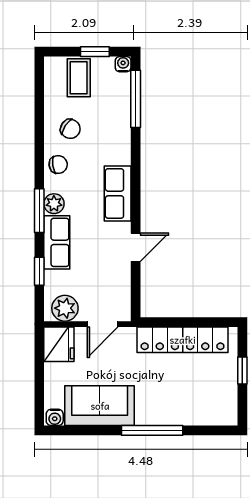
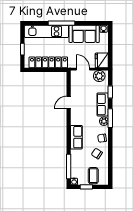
row of seats: (118, 193) -> (76, 137), moved
door: (103, 324) -> (83, 69), hinge flipped
kitchen unit: (187, 411) -> (46, 31), added

